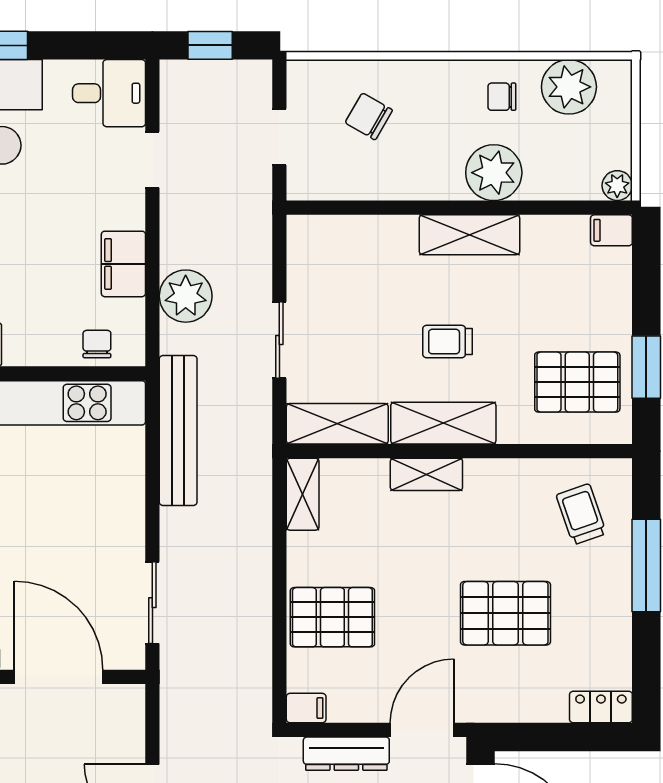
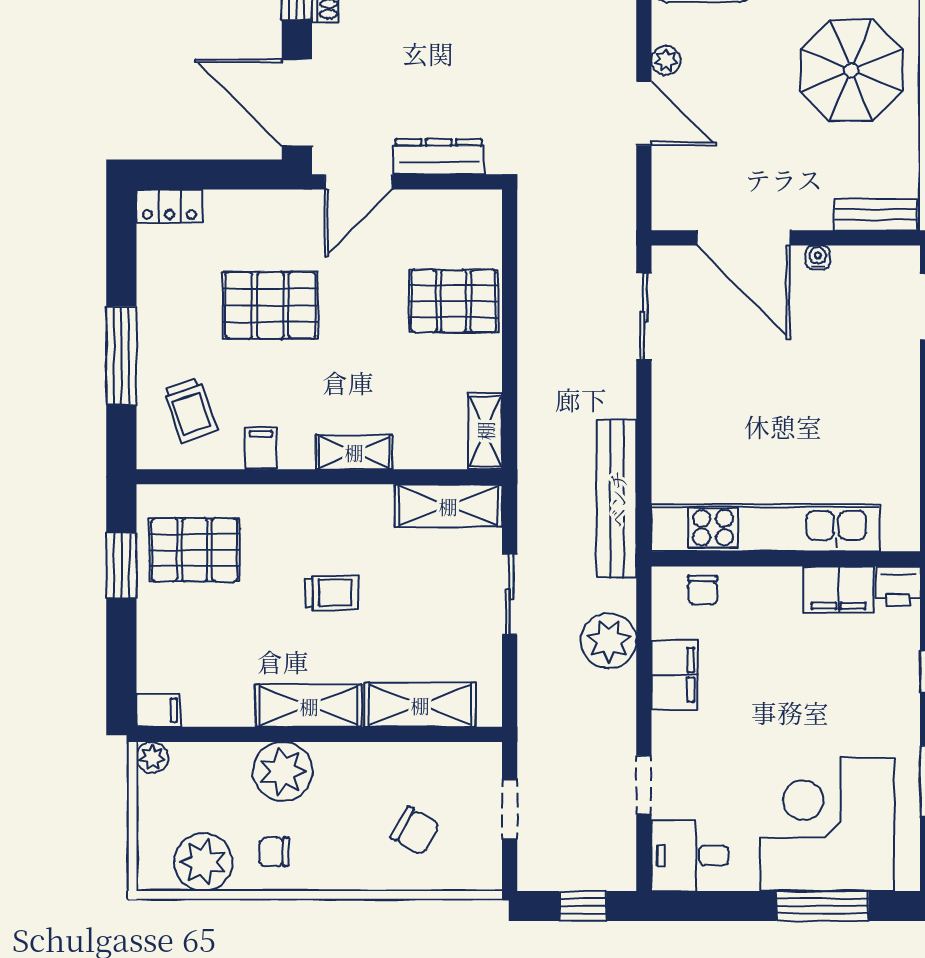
chair: (502, 97) -> (274, 852), turned 180
shelving: (443, 423) -> (420, 705), moved
filing cabinet: (306, 708) -> (261, 448), moved, turned 90

